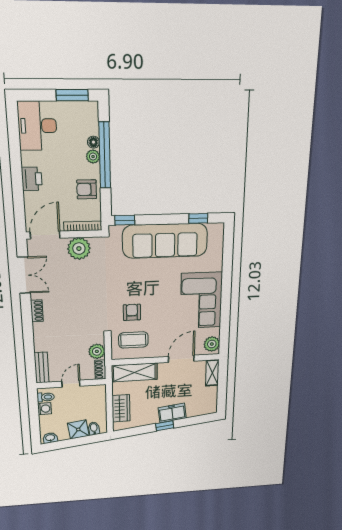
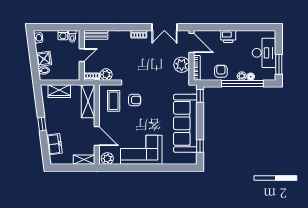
desk: (37, 126) -> (264, 53), moved, turned 90
door: (71, 384) -> (82, 55), hinge flipped
freezer: (172, 413) -> (54, 144), moved

